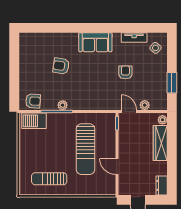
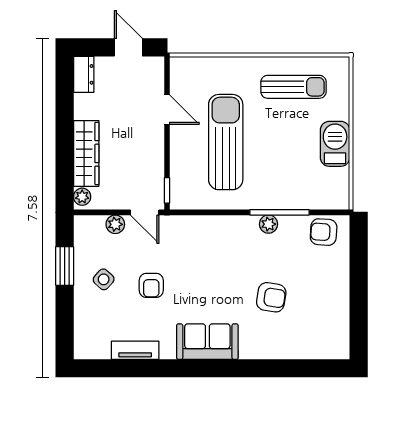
side table: (155, 48) -> (104, 279), moved
barbecue: (34, 121) -> (335, 144), moved, turned -90

